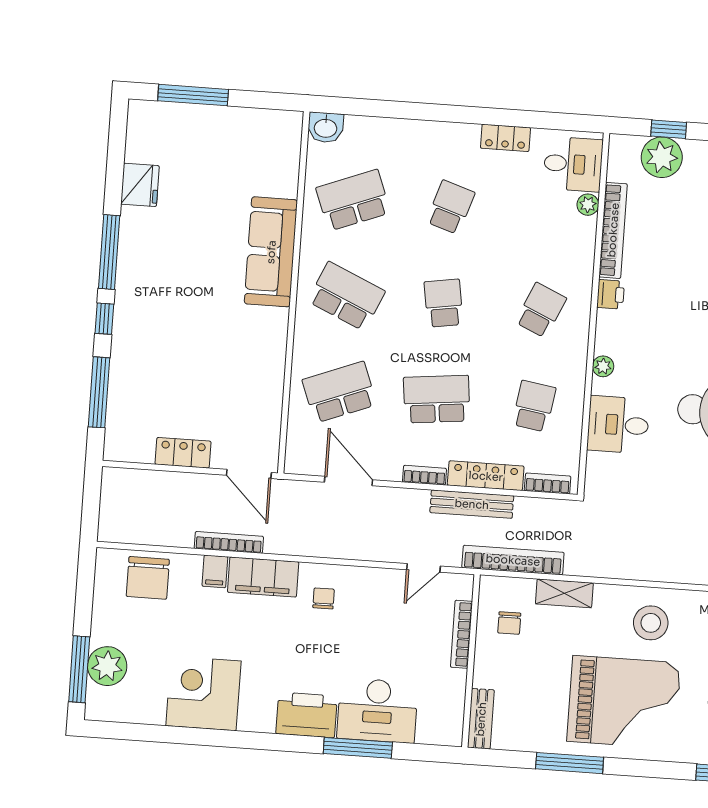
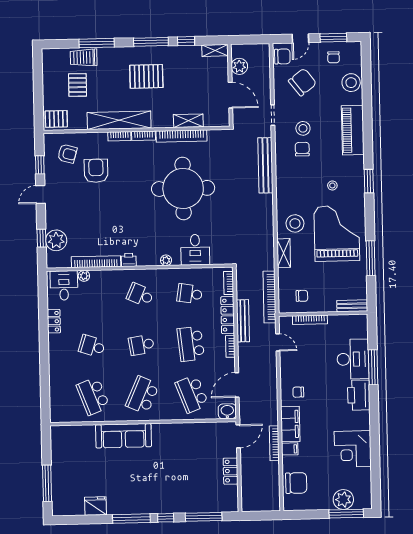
washbasin: (326, 127) -> (227, 411), moved, turned -90
shelving: (564, 593) -> (284, 253), moved

